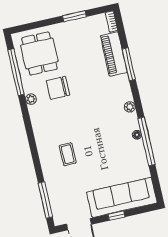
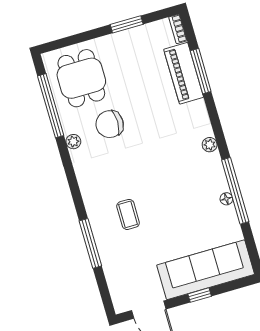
window: (129, 64) -> (201, 71), moved
floor lamp: (137, 135) -> (226, 199), moved
window: (45, 200) -> (90, 243), moved

